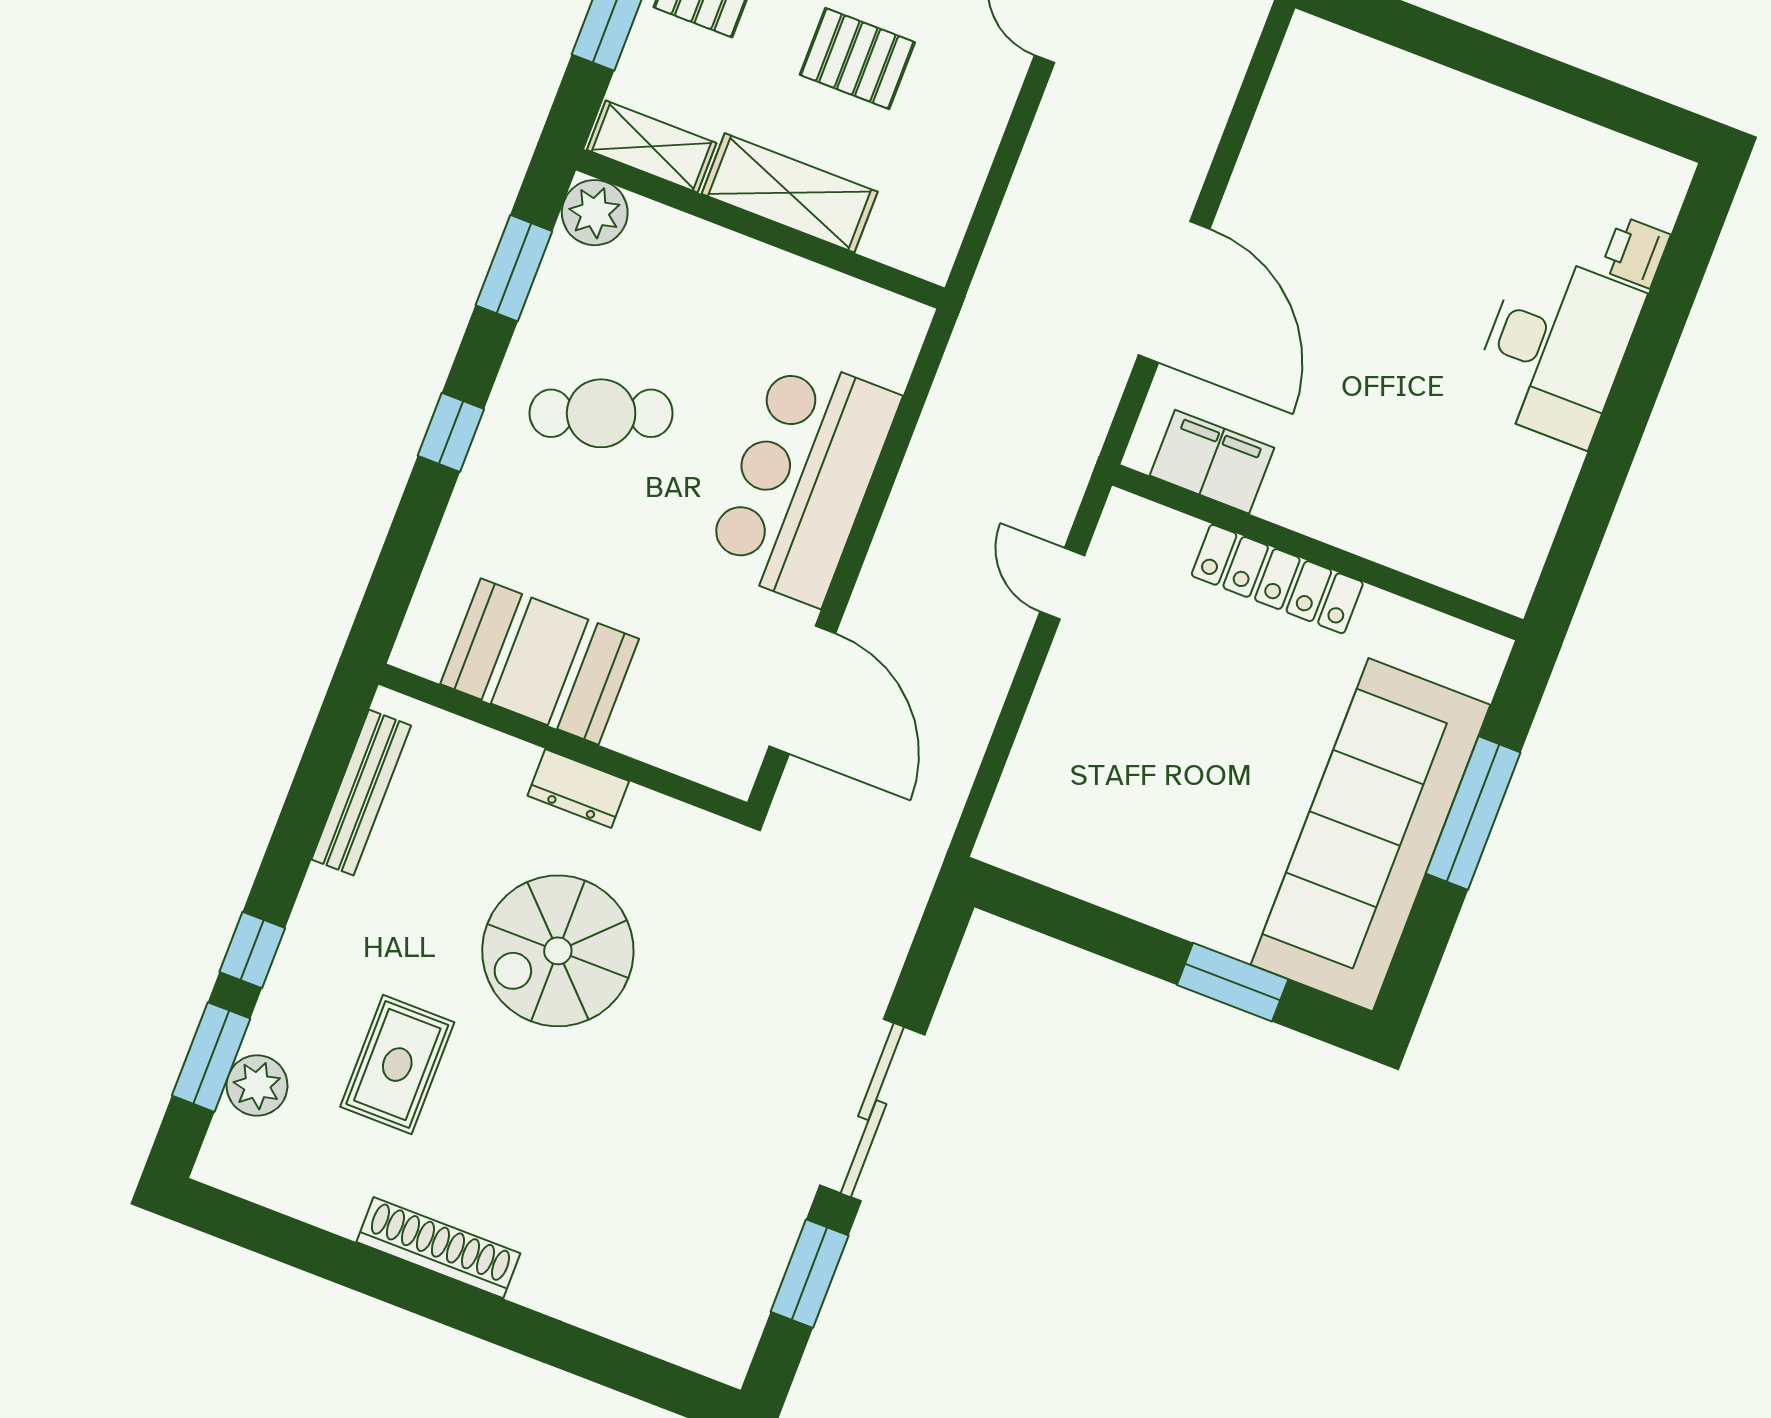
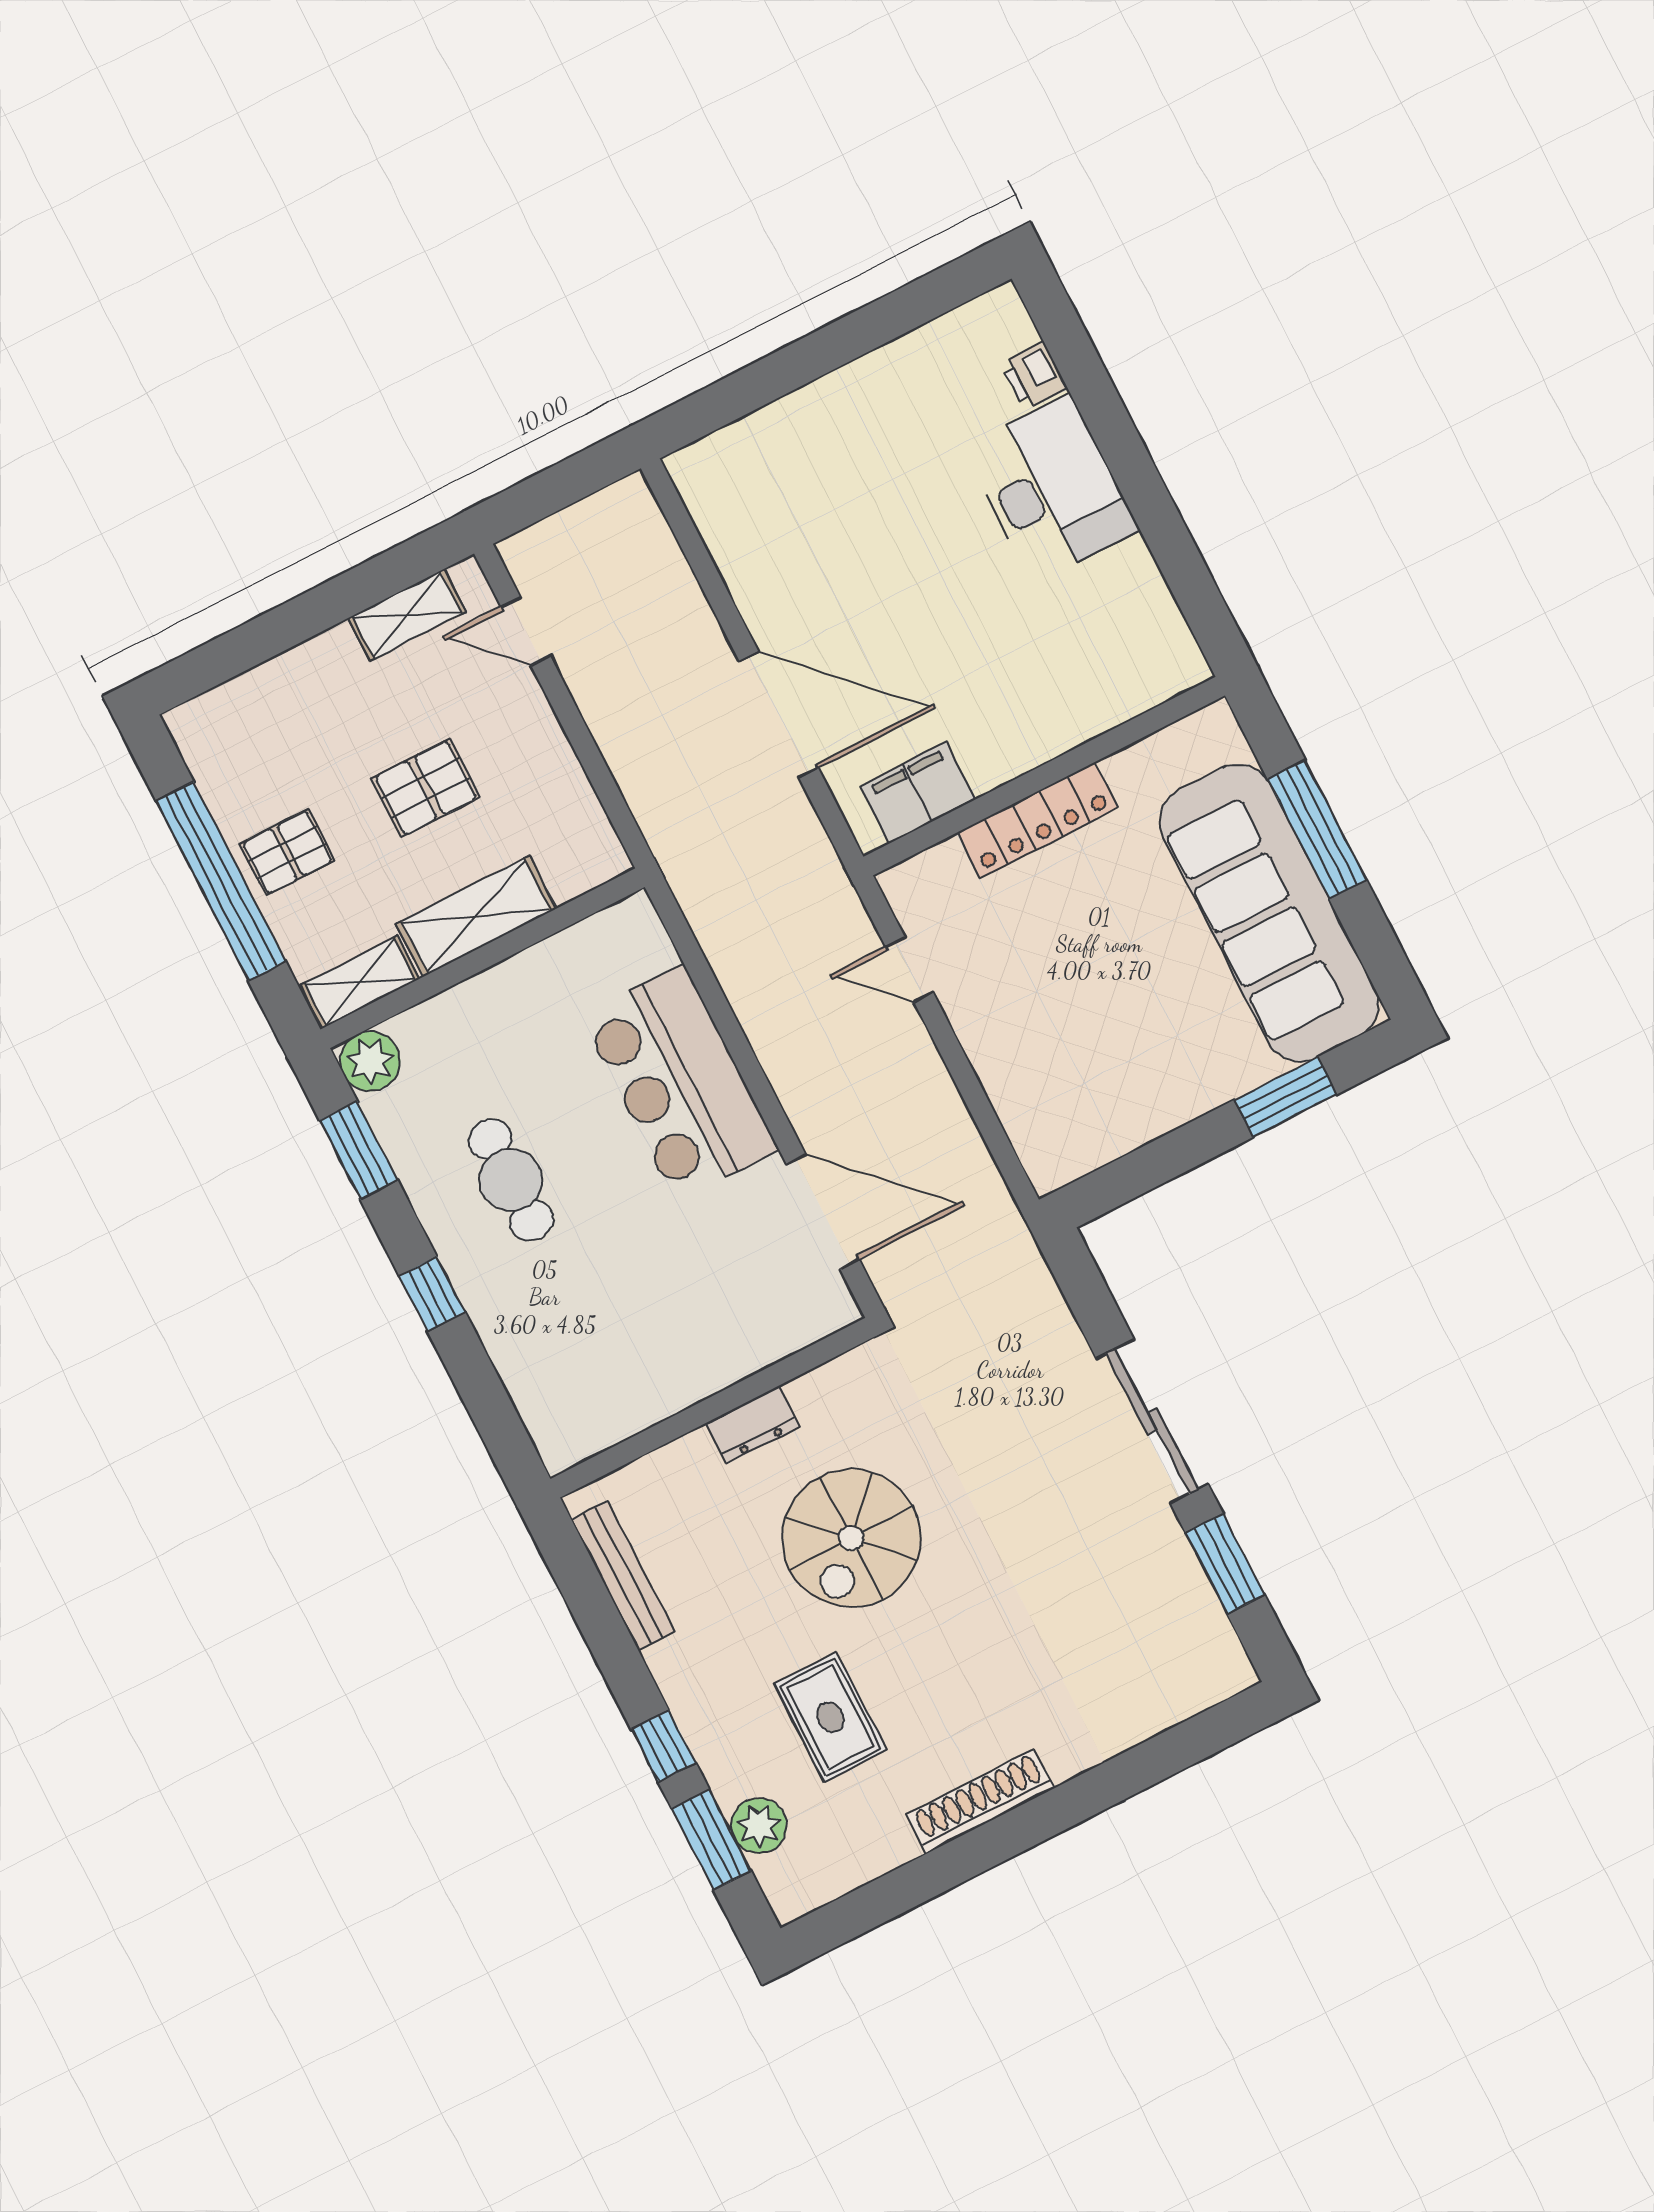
cafe table: (601, 413) -> (511, 1180), turned -69
booth: (540, 661) -> (643, 1373), removed

